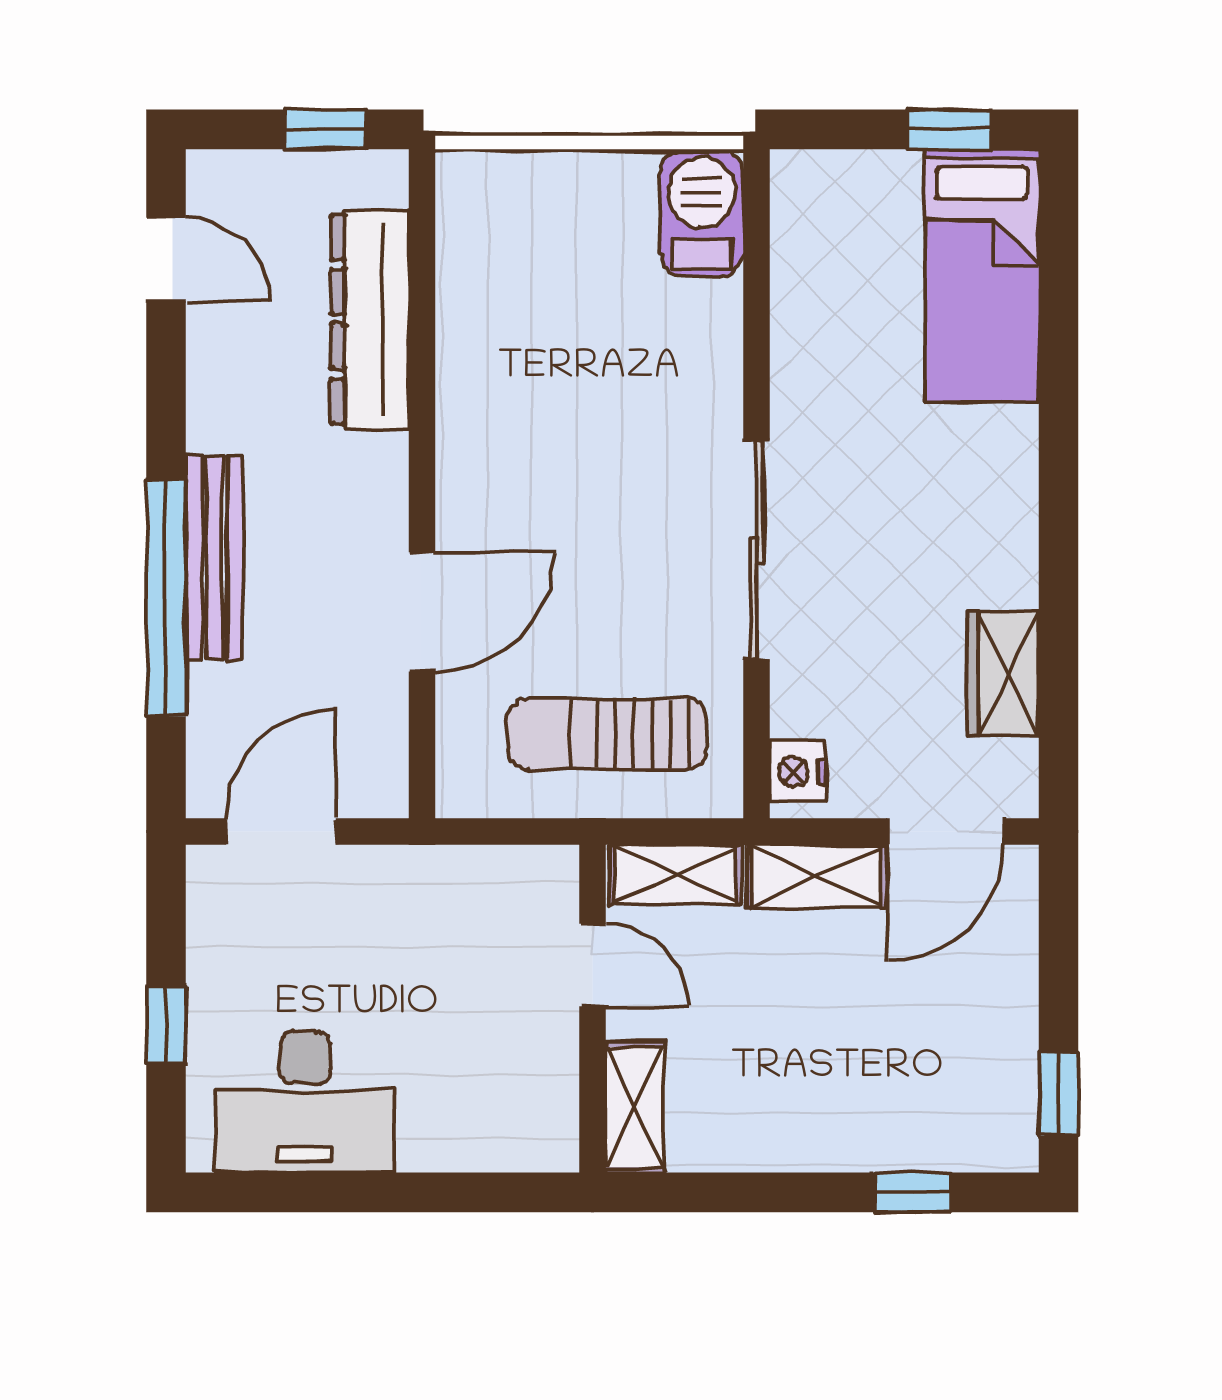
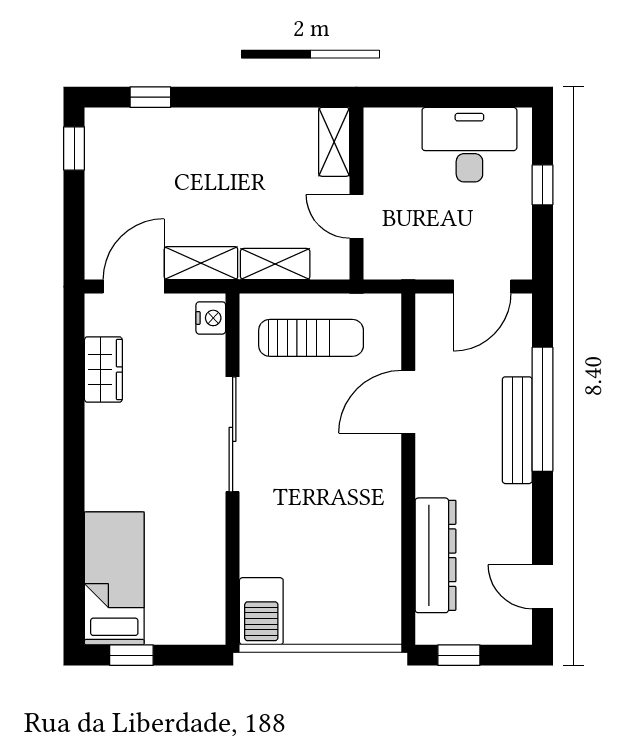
door: (593, 965) -> (357, 216), moved
wall: (593, 1009) -> (357, 194), moved
shelving: (635, 1107) -> (334, 142), moved

